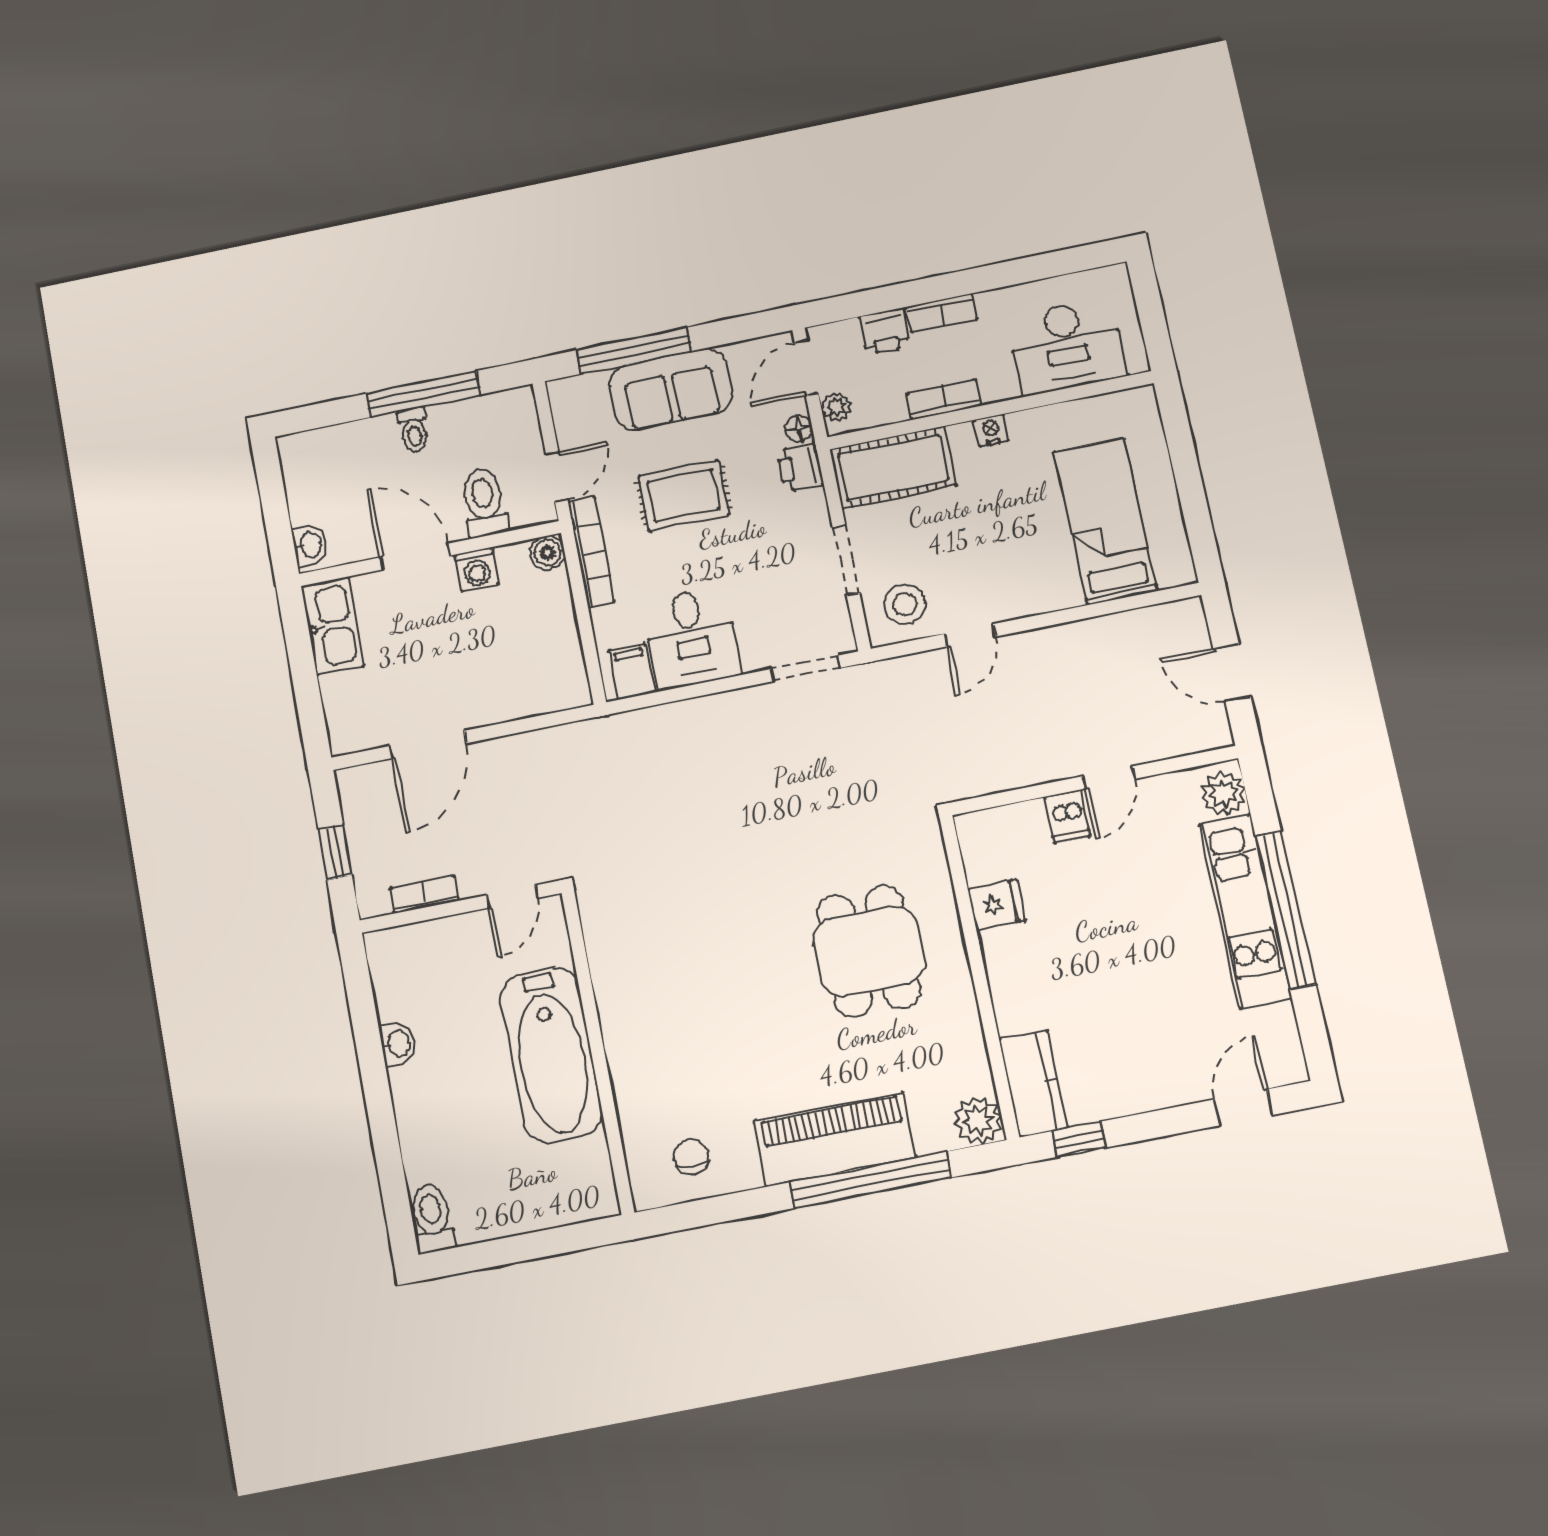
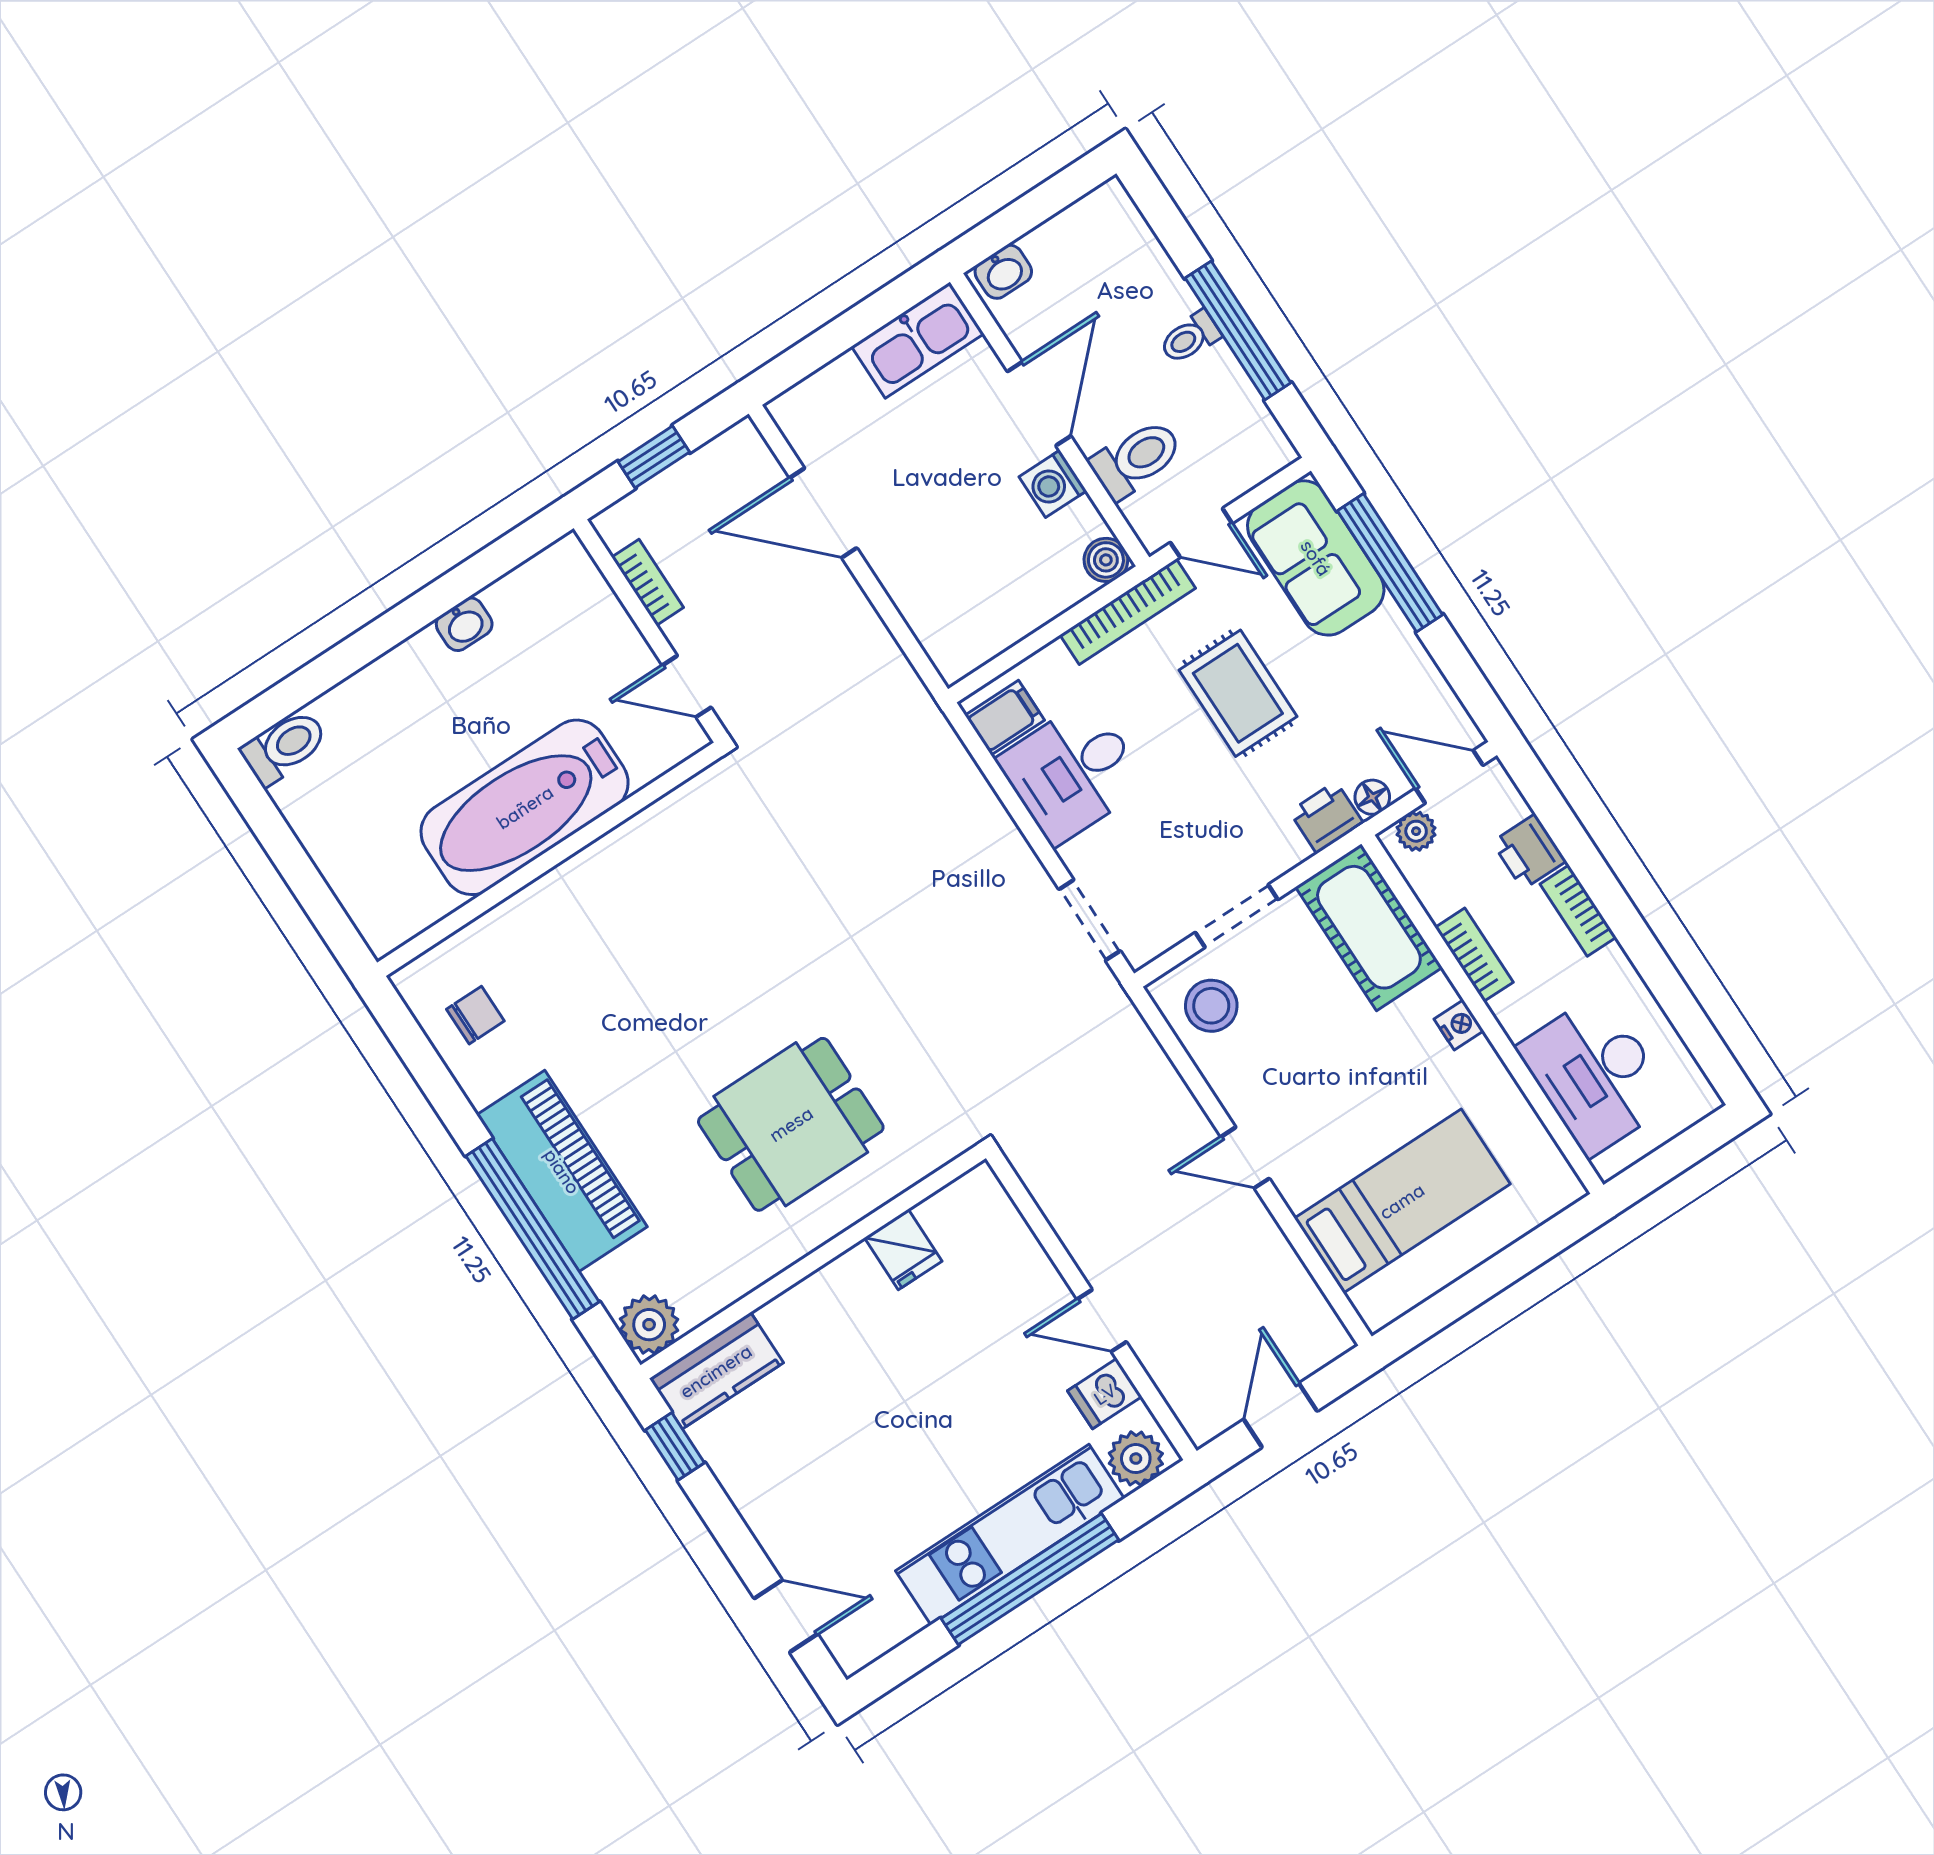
sofa: (670, 389) -> (1316, 558), moved
door: (970, 635) -> (1245, 1158), moved
dishwasher: (1067, 816) -> (1105, 1394), moved

